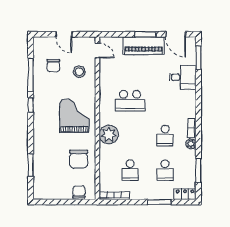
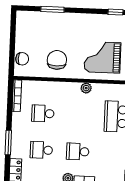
grand piano: (74, 116) -> (102, 57), turned 180
plant: (109, 134) -> (86, 88), width x0.53, depth x0.53
chair: (79, 159) -> (57, 60), turned 90

